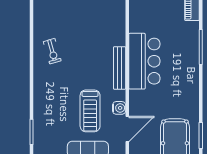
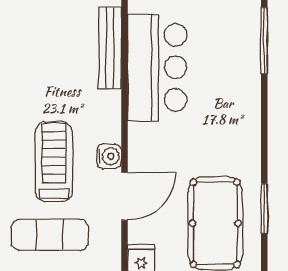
bench: (120, 68) -> (110, 48), moved
treadmill: (90, 111) -> (54, 162), turned 180

